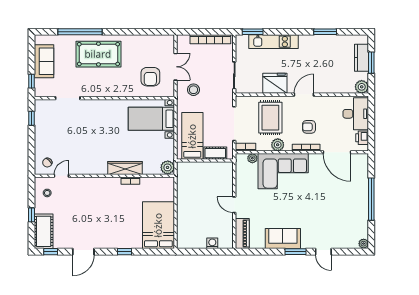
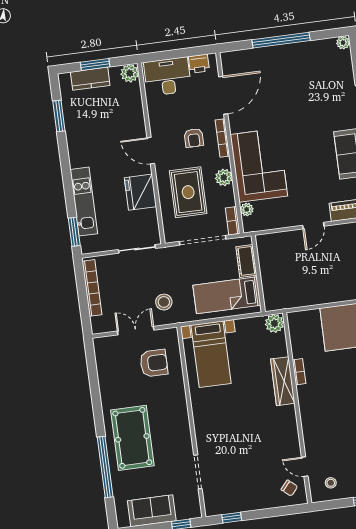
window: (325, 32) -> (59, 116), moved
rug: (270, 118) -> (188, 192), turned 90

